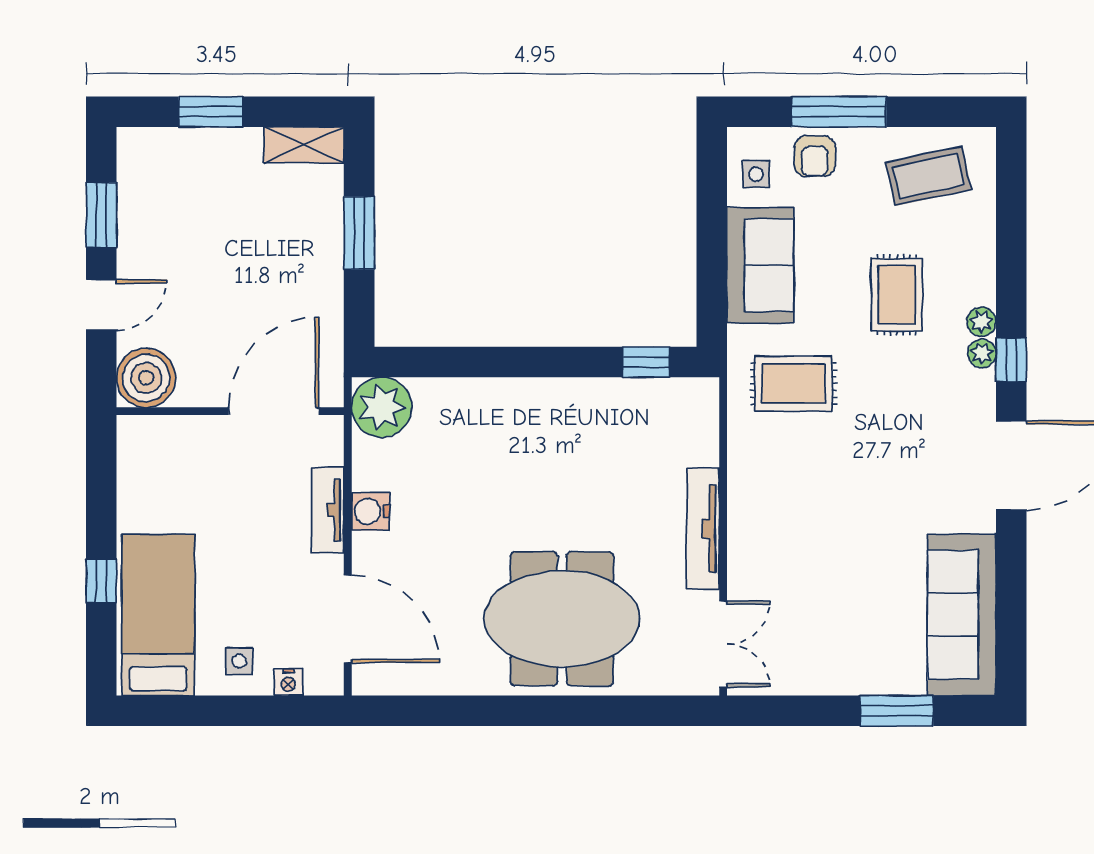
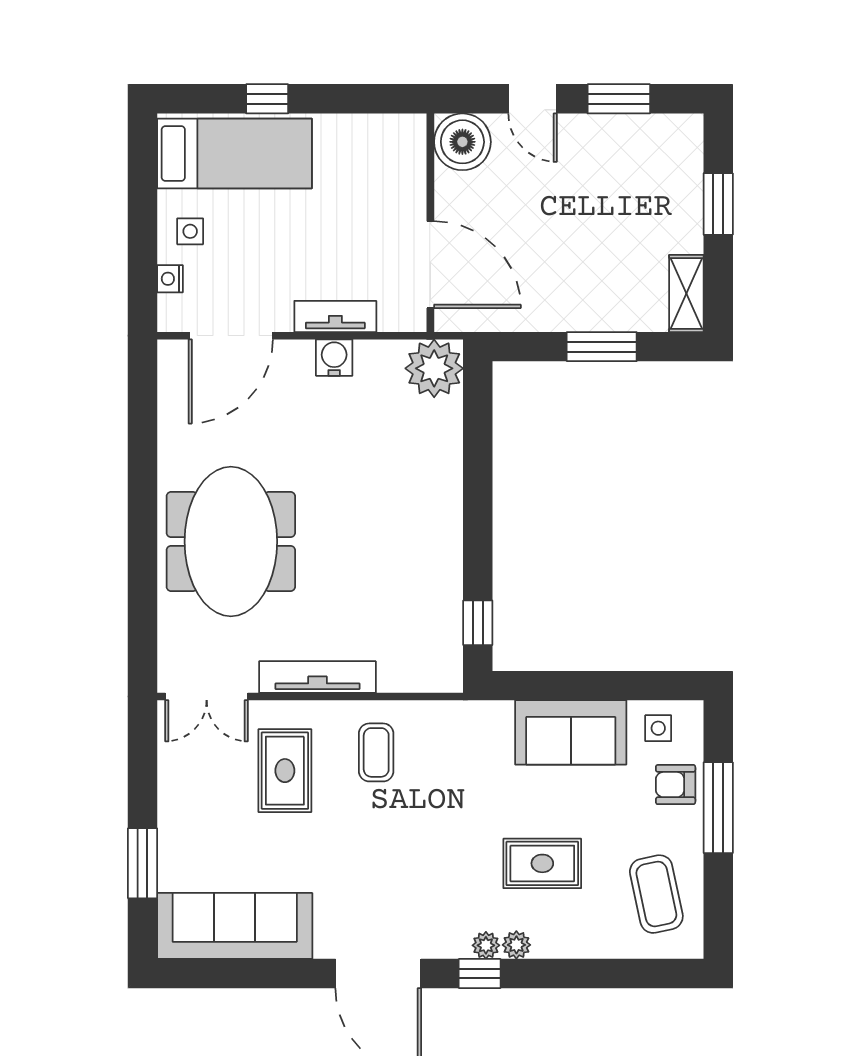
rug: (794, 384) -> (285, 771), moved
coffee table: (781, 468) -> (376, 752), added

